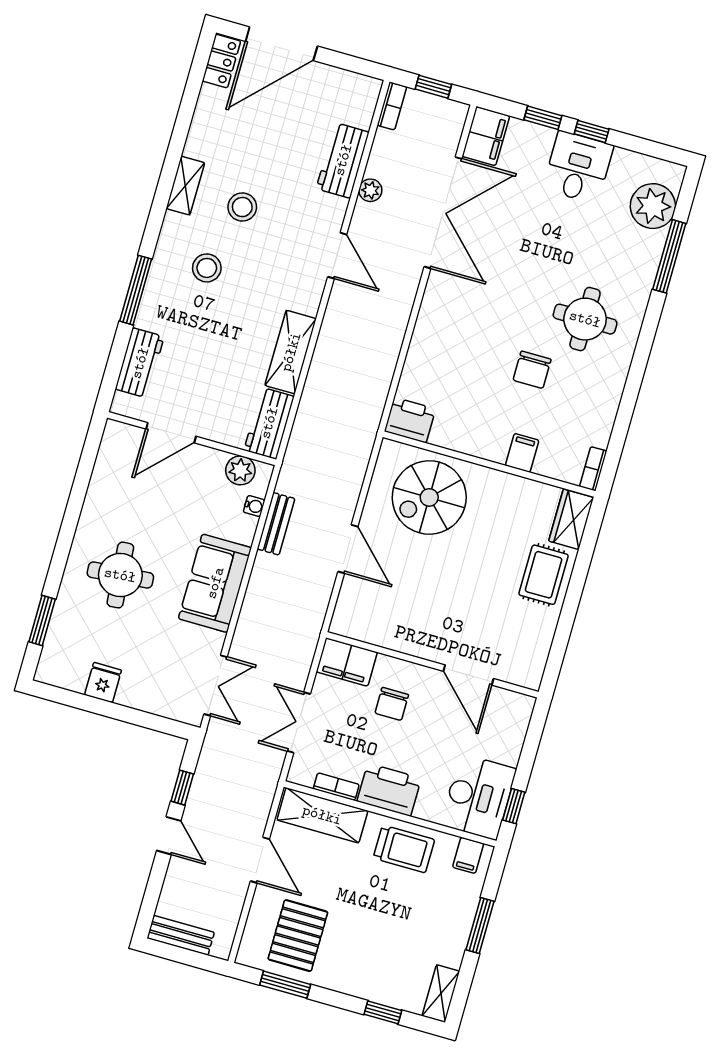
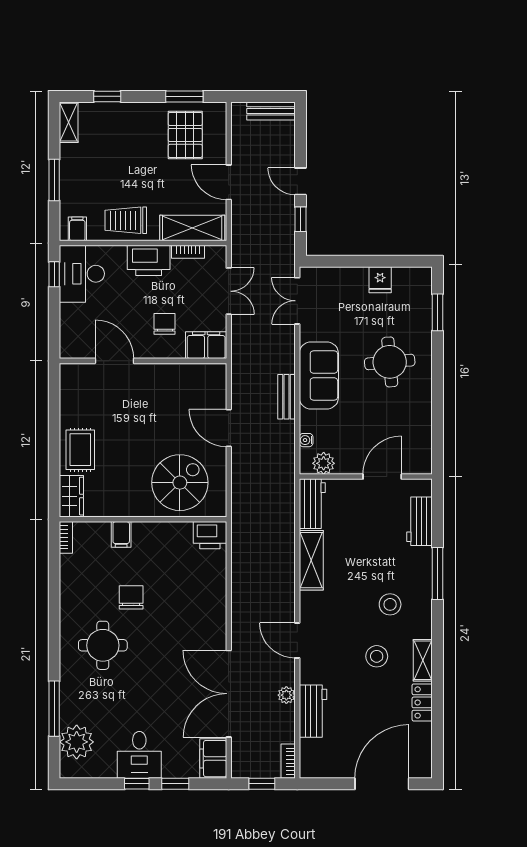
locker: (221, 61) -> (422, 702), moved
bench: (276, 524) -> (286, 397), moved

